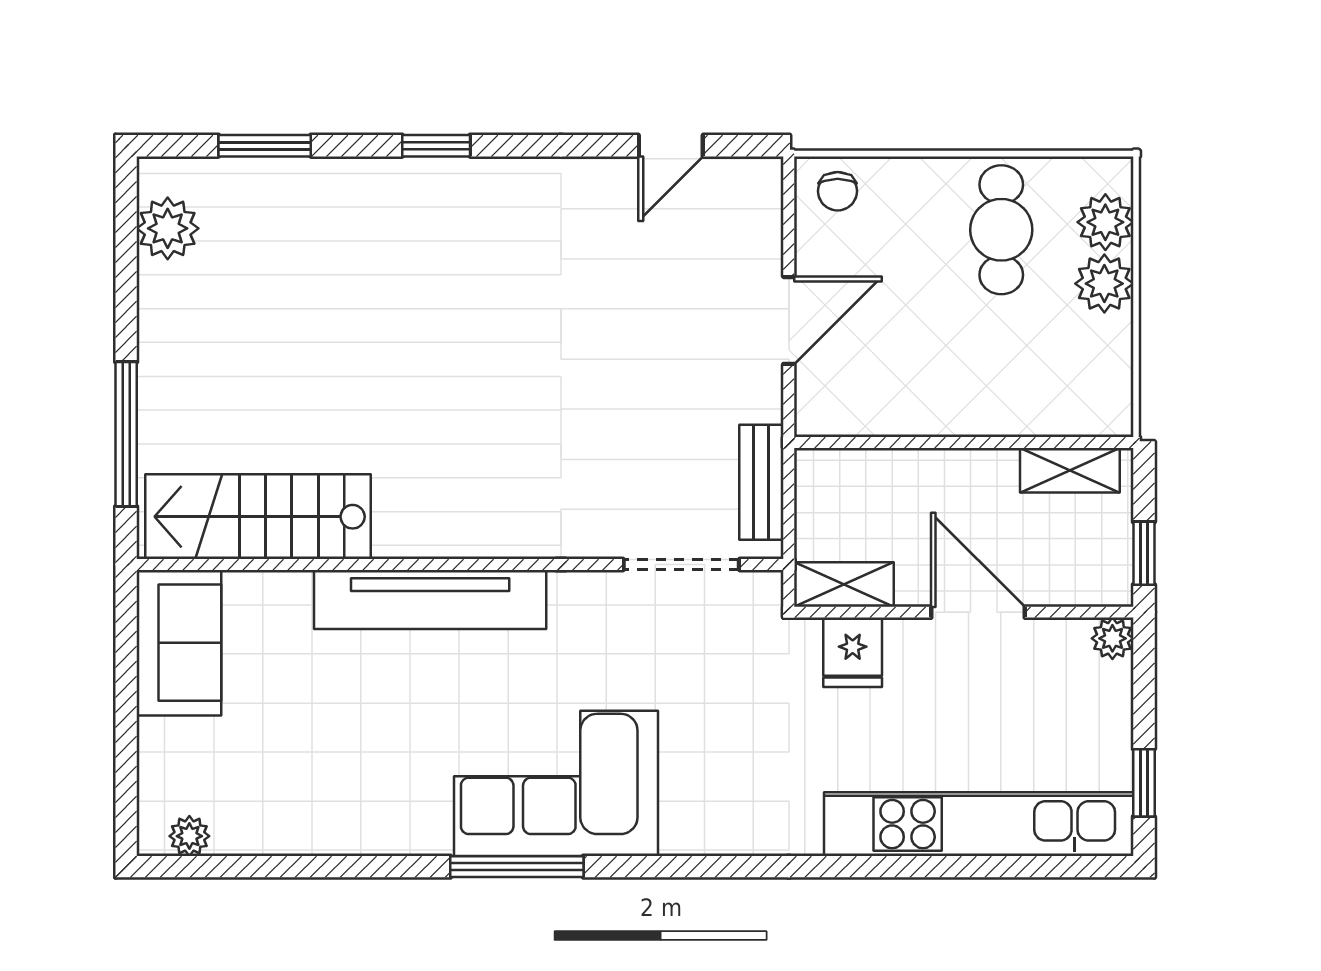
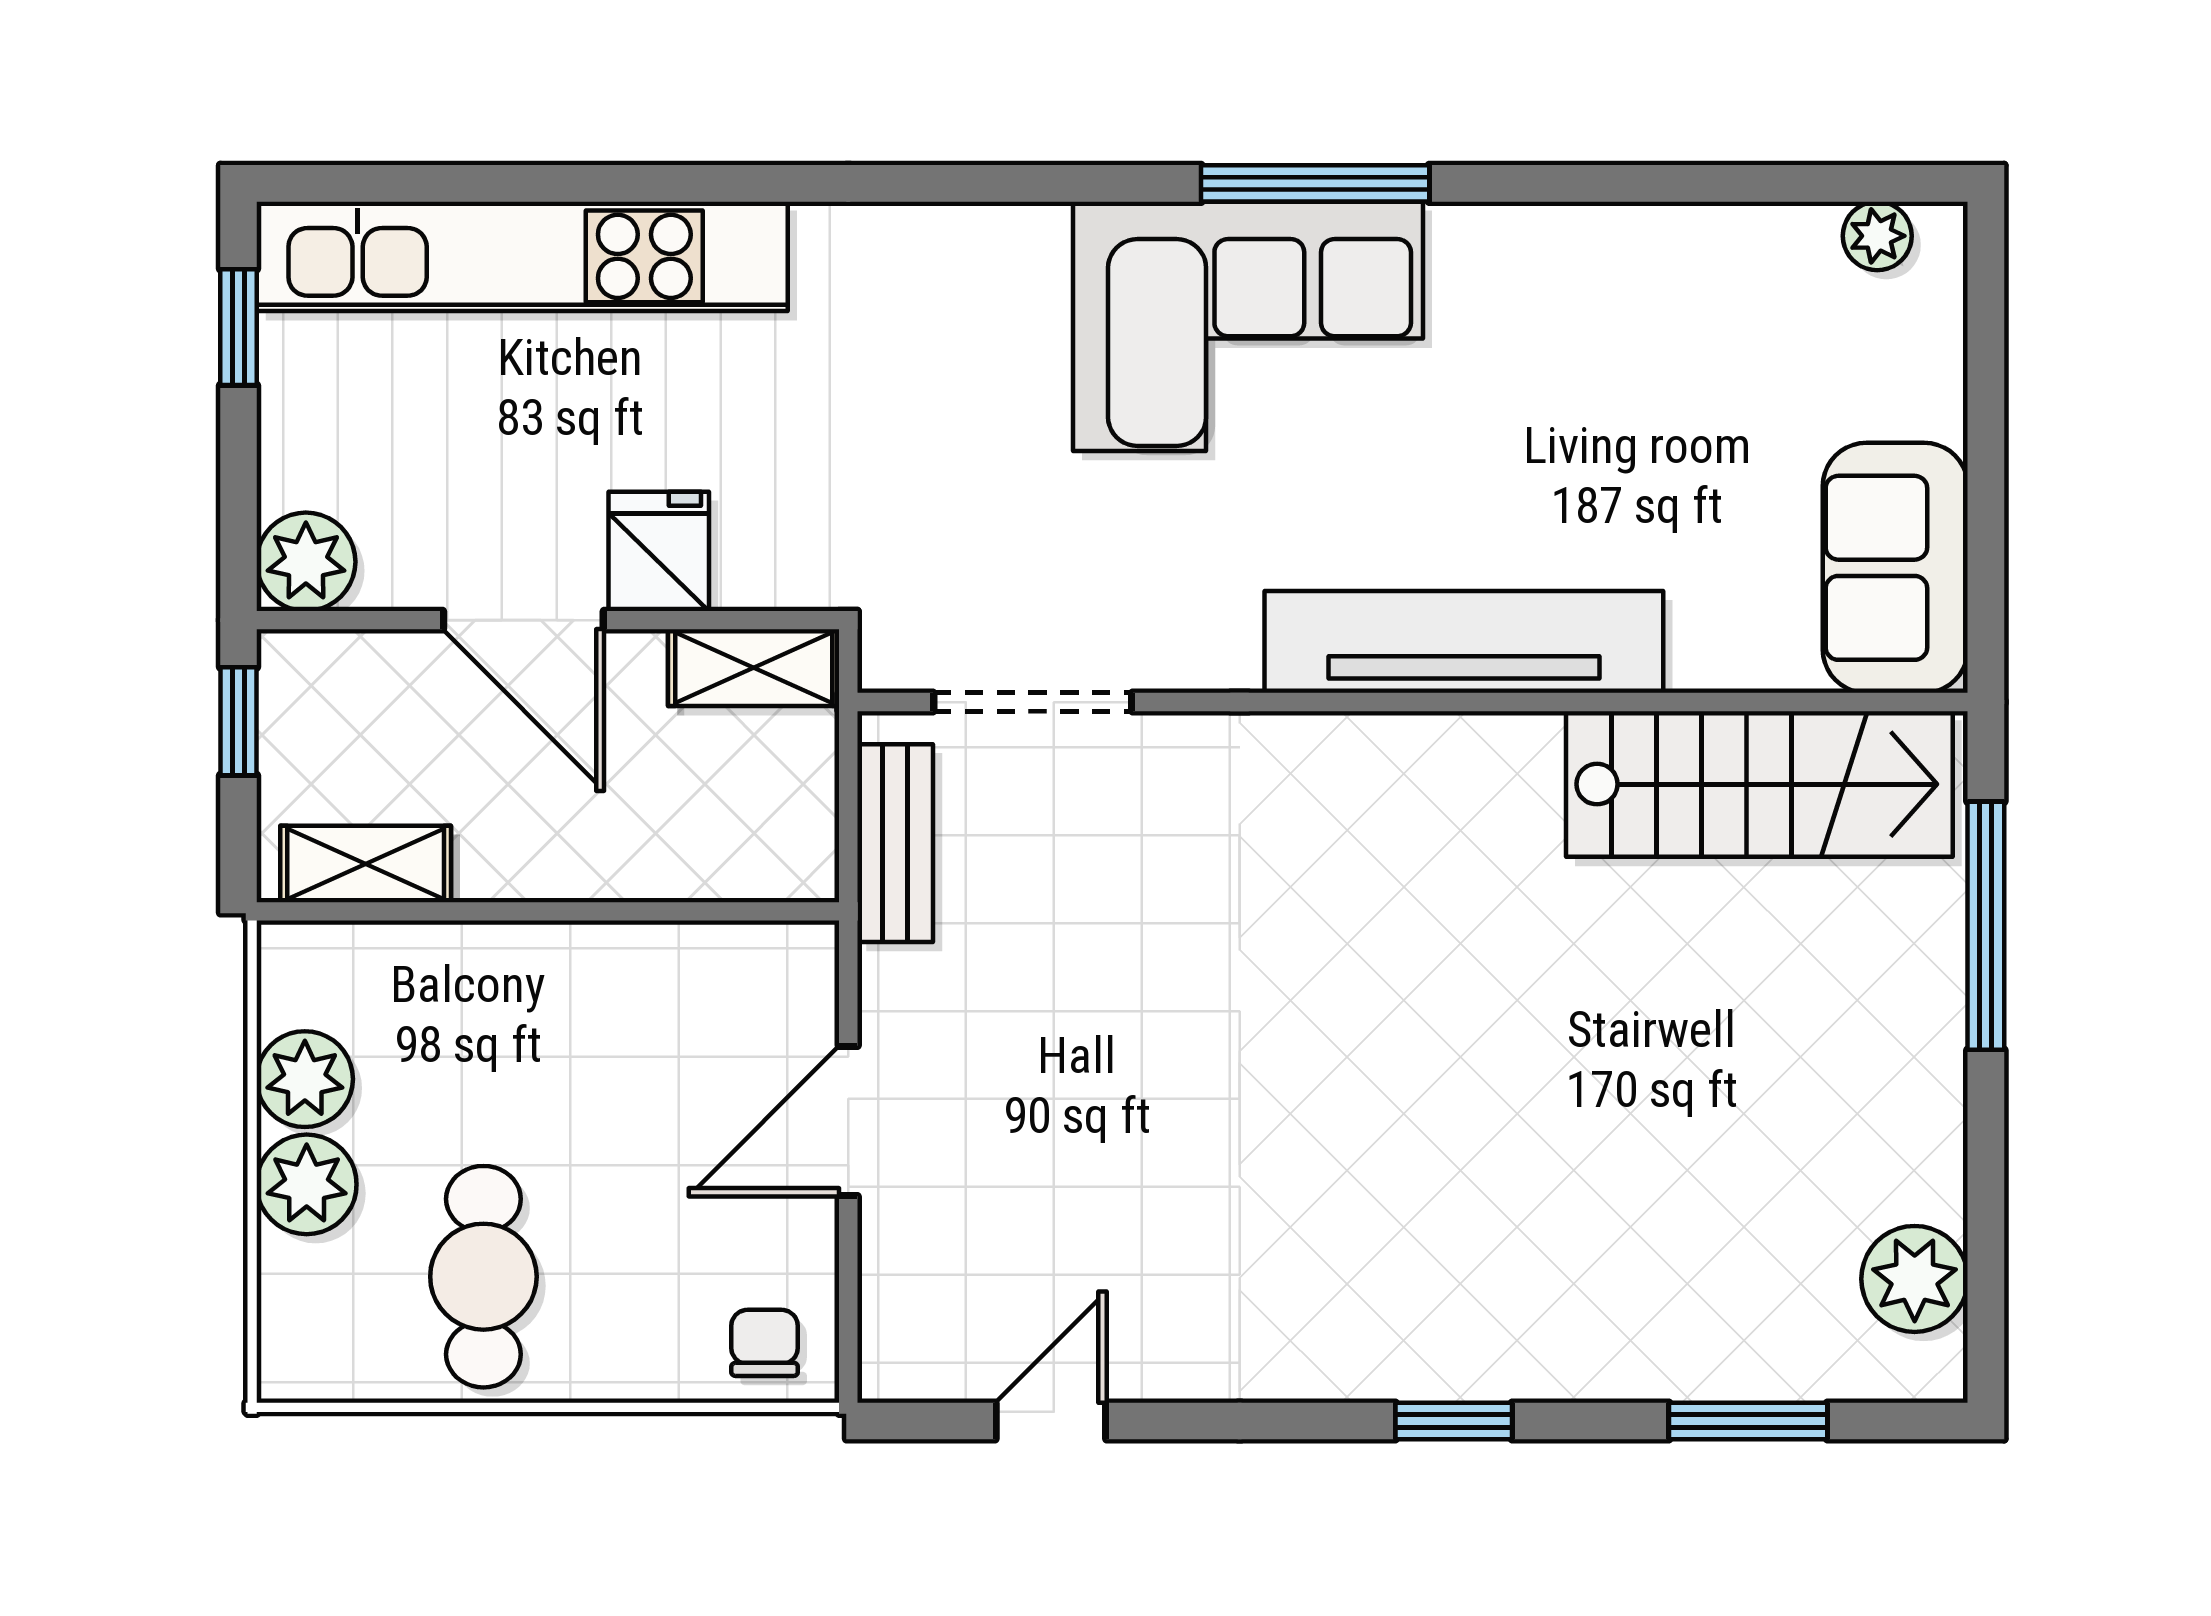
plant: (1105, 222) -> (305, 1079), moved
plant: (1112, 638) -> (306, 562), width x1.38, depth x1.38
fridge: (853, 652) -> (659, 551), moved

